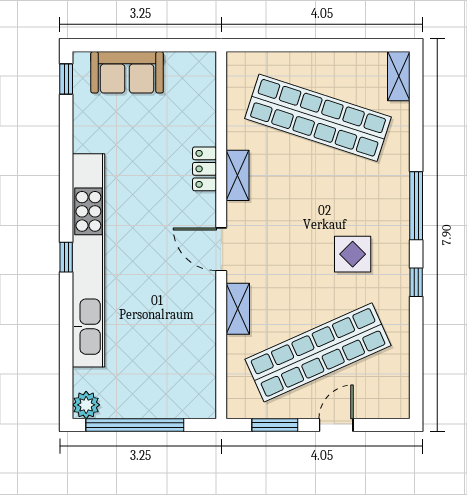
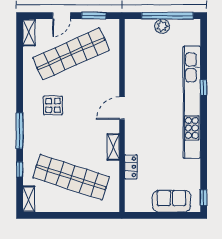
locker: (204, 169) -> (131, 167), moved
door: (221, 249) -> (122, 108), swing flipped
window: (66, 257) -> (204, 88), moved
window: (416, 282) -> (20, 169), moved
shelving: (238, 309) -> (29, 32), moved
plant: (86, 405) -> (162, 26), moved

